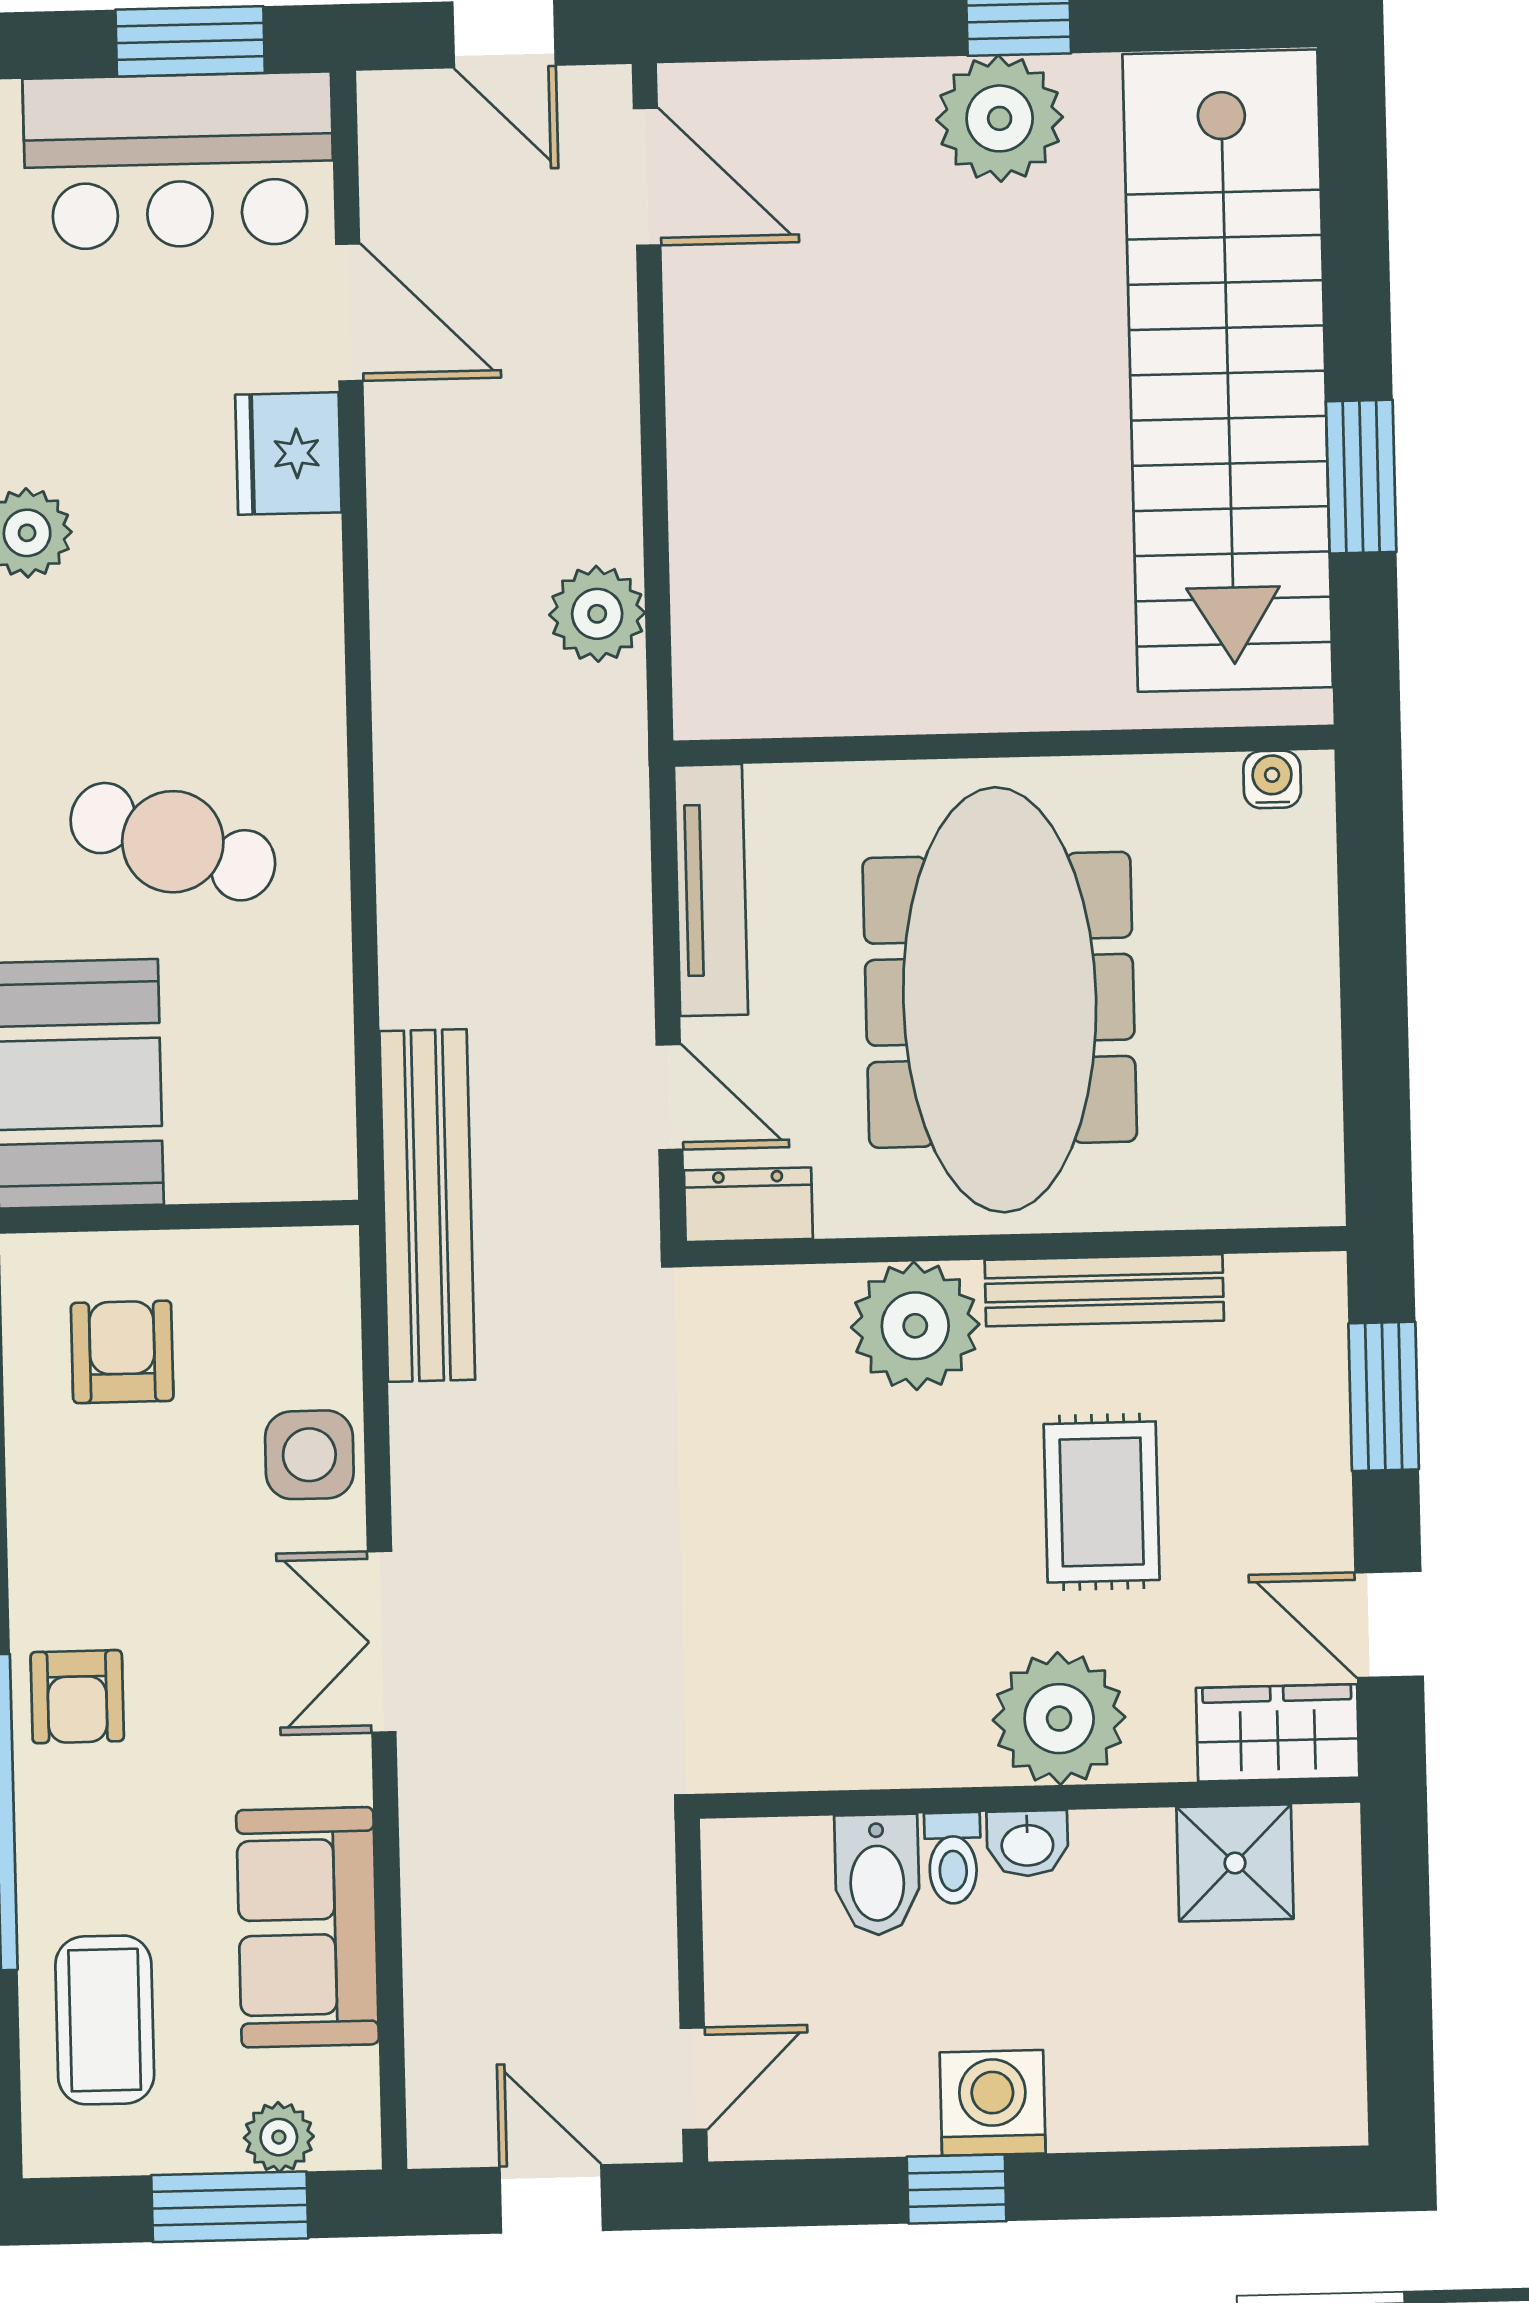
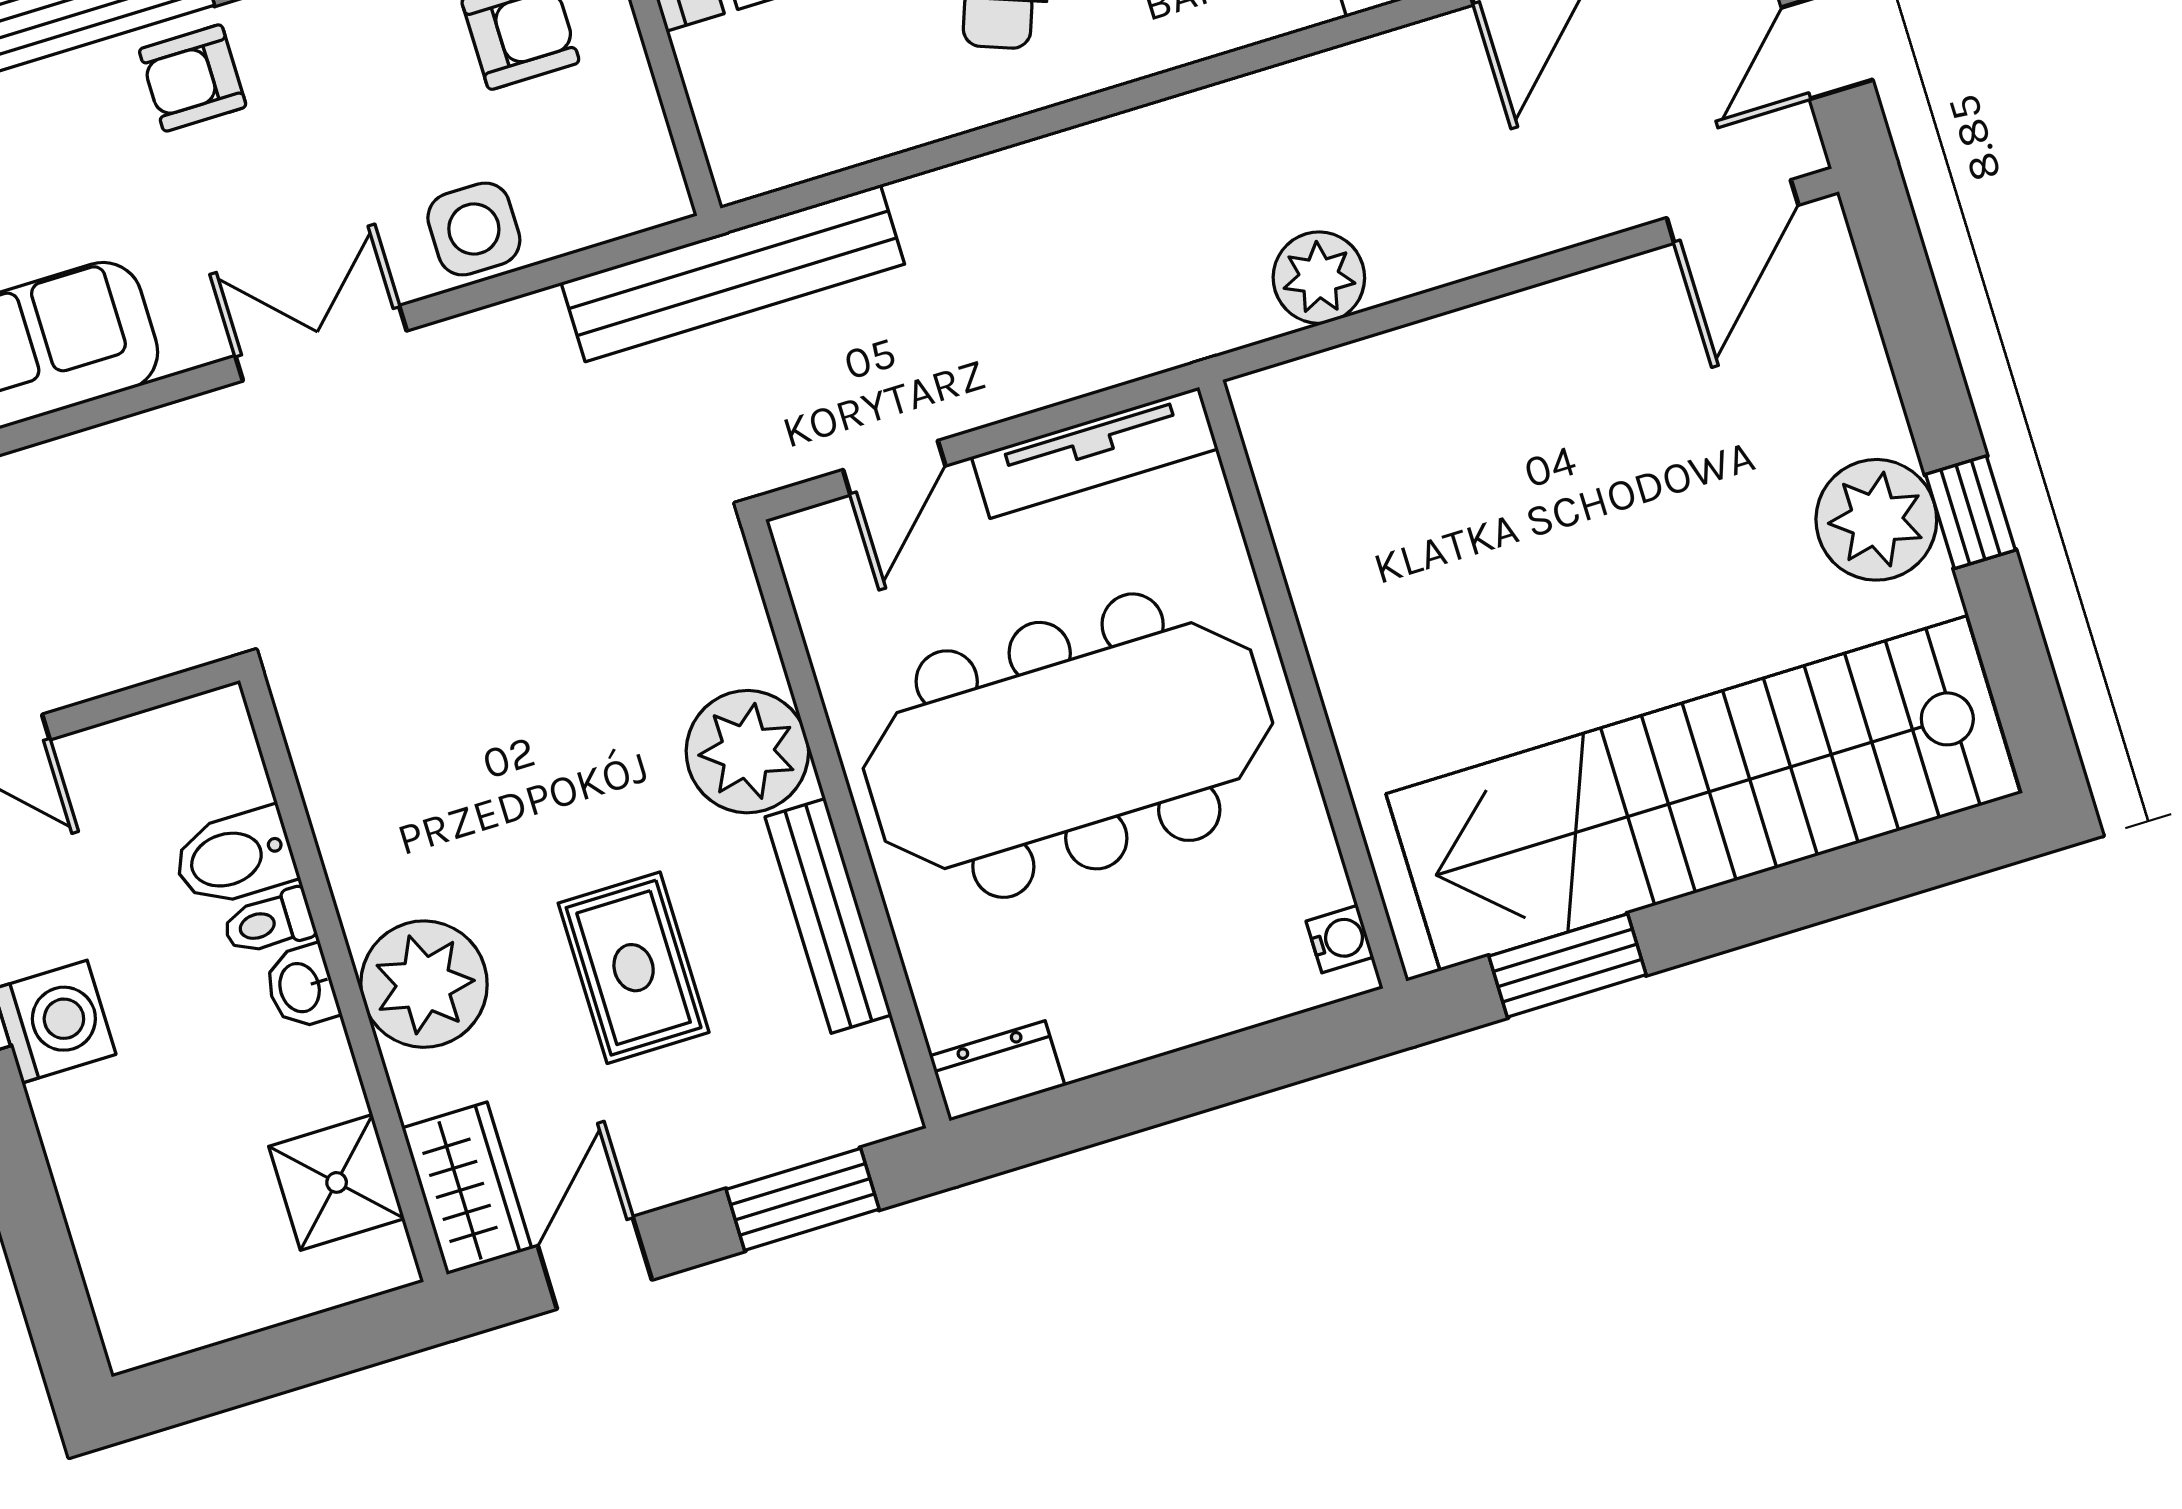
window: (1361, 477) -> (1568, 965), moved
dresser: (748, 1205) -> (997, 1071), moved, turned -90
rug: (1102, 1502) -> (634, 968), turned 90

